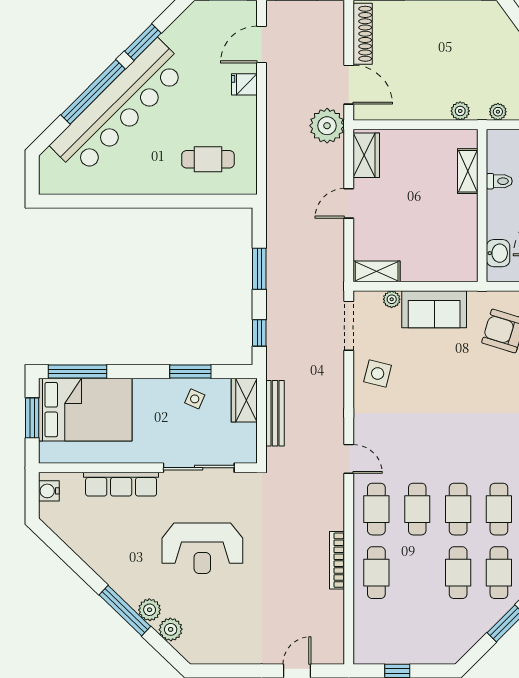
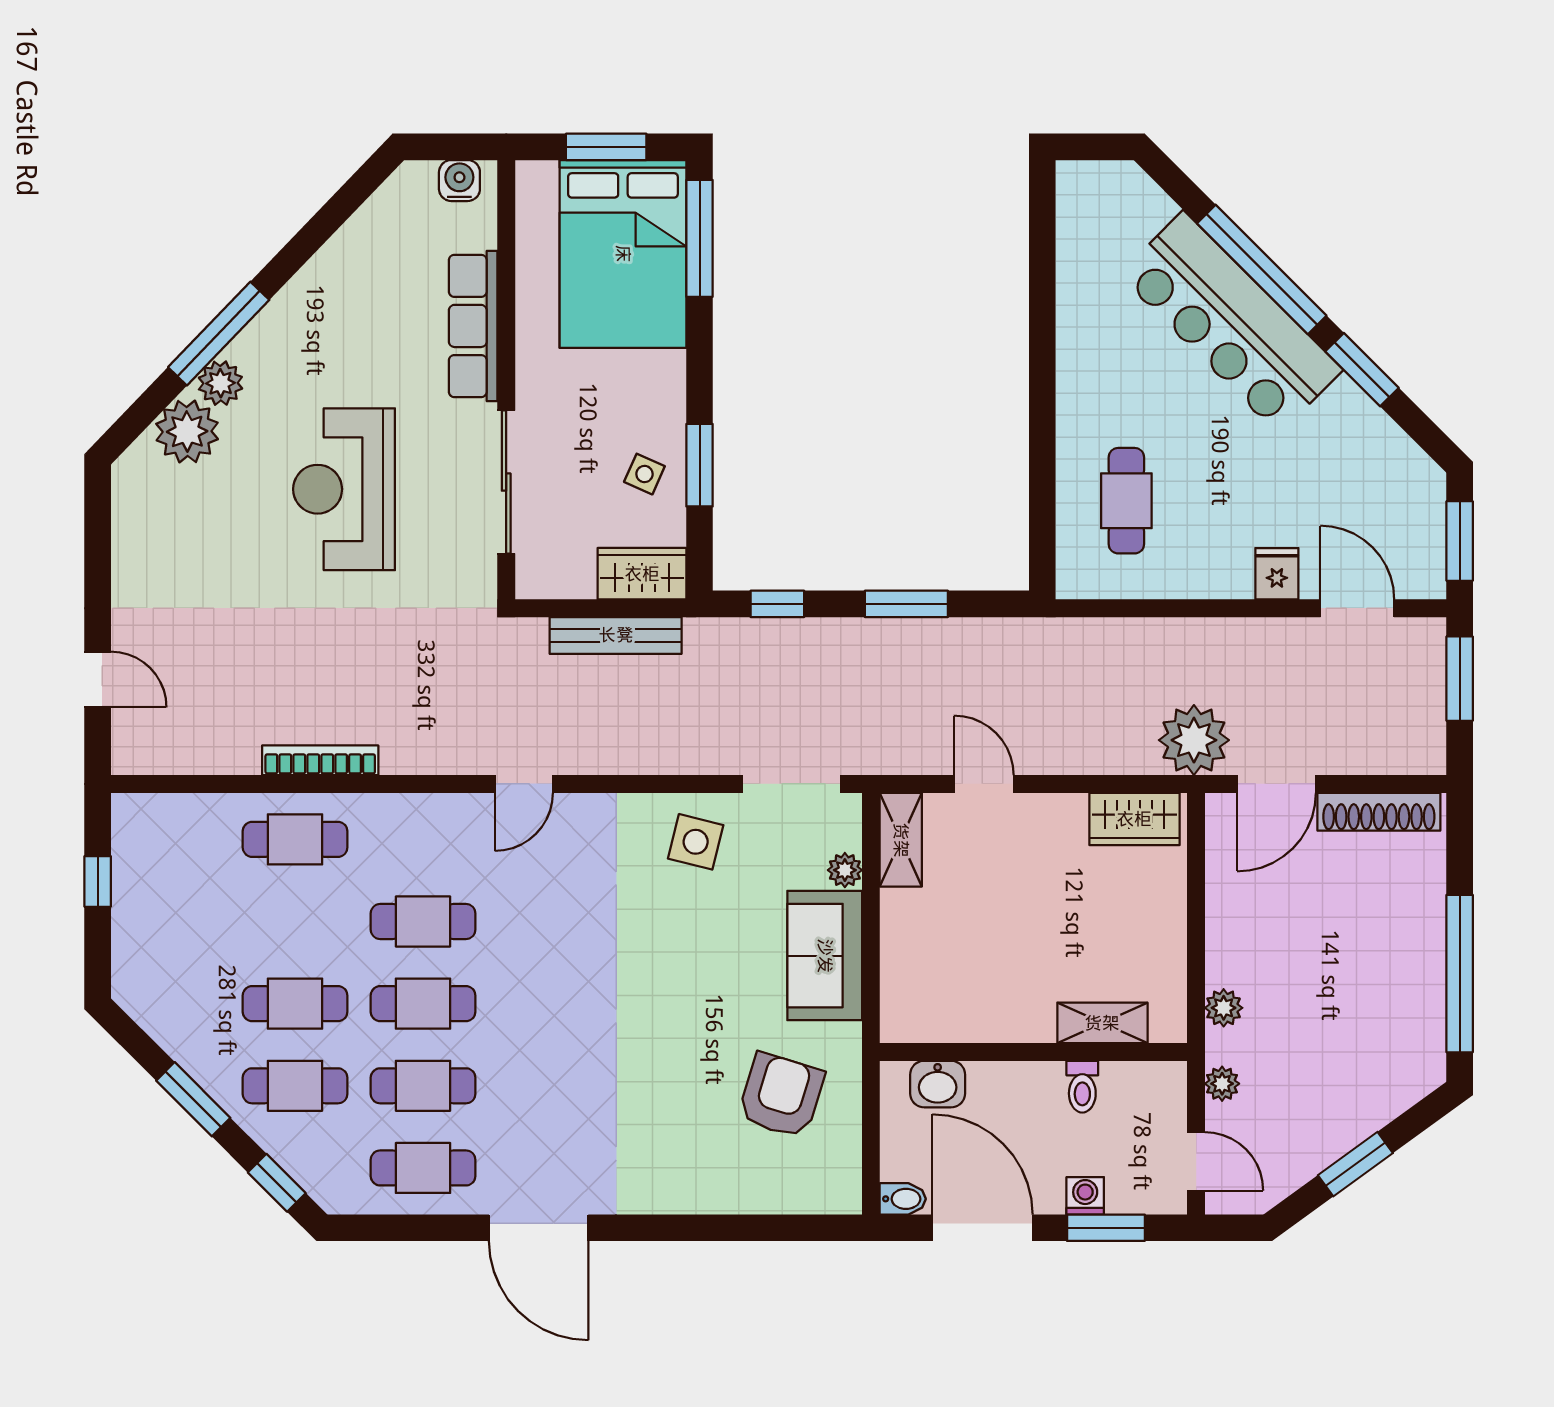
bar counter: (119, 107) -> (1231, 322), width x0.73
door: (349, 203) -> (984, 784), moved
cafe table: (376, 509) -> (423, 839), removed
plant: (171, 629) -> (187, 431), width x1.36, depth x1.36

